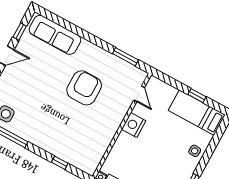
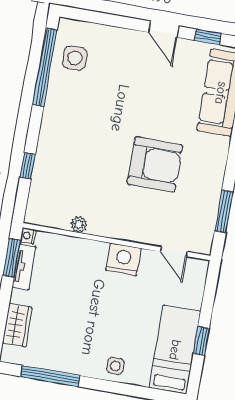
door: (139, 94) -> (174, 252), hinge flipped
plant: (104, 144) -> (79, 225), added

